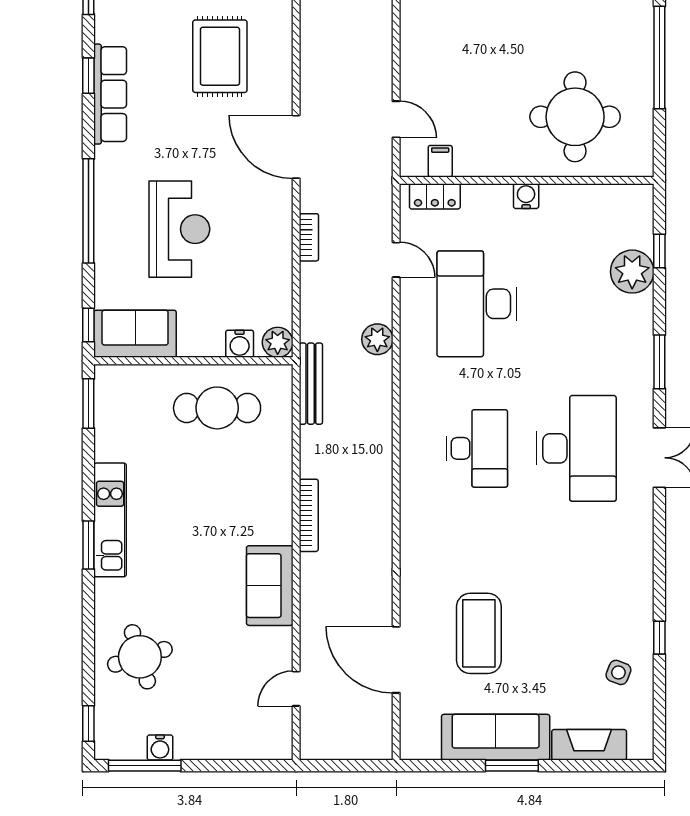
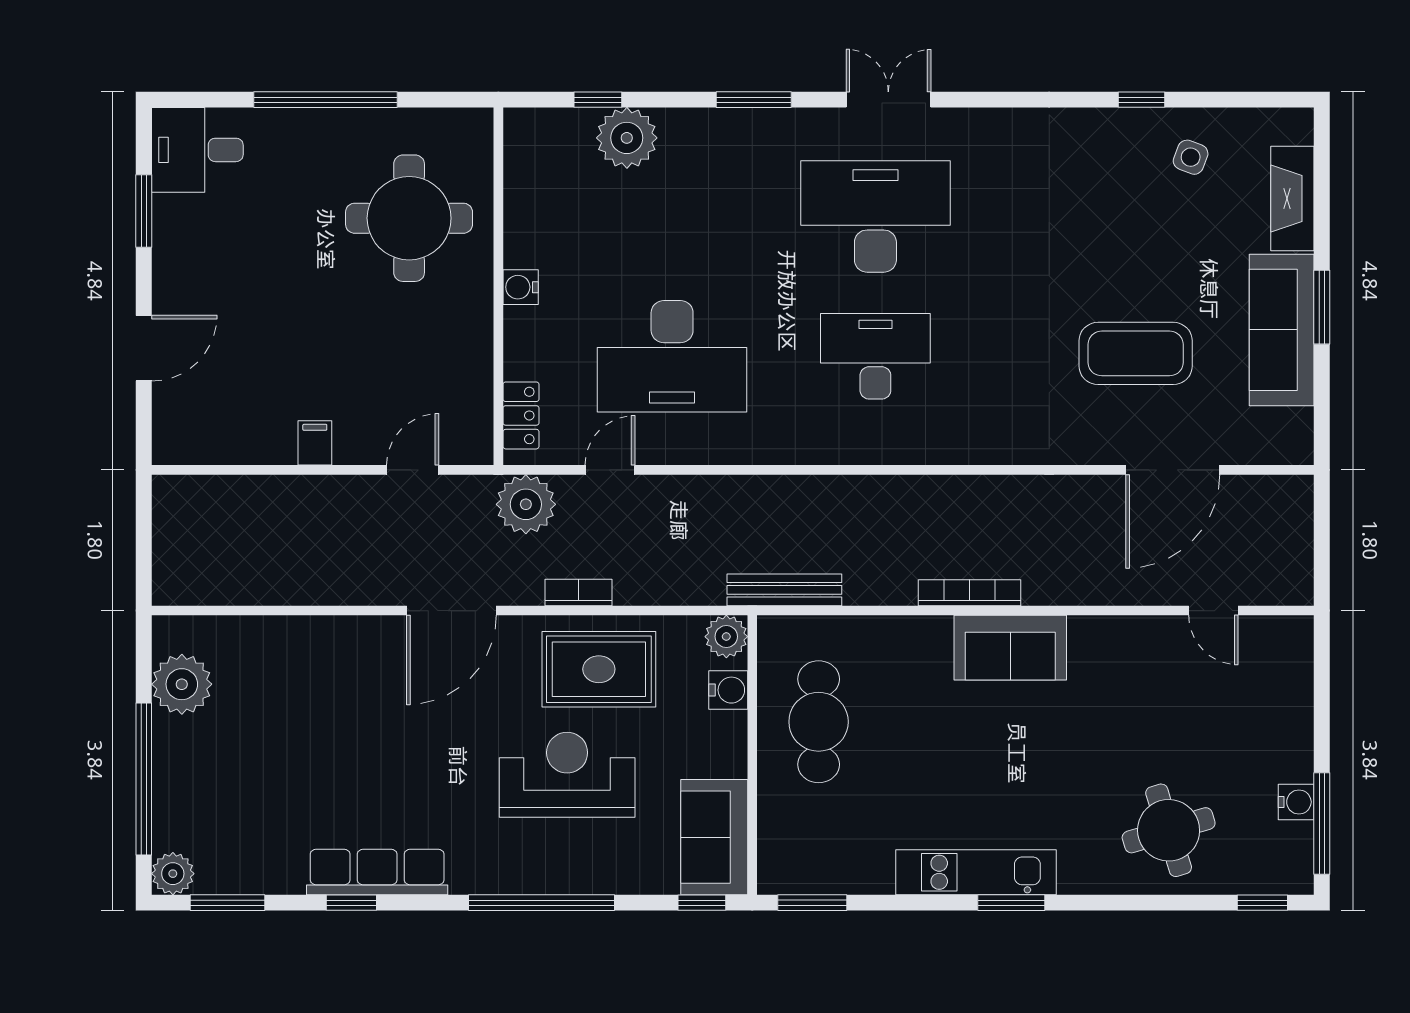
rug: (220, 56) -> (599, 669), moved
filing cabinet: (440, 161) -> (315, 443), moved, turned 90
plant: (377, 339) -> (526, 504), moved, width x1.36, depth x1.36
sofa: (270, 586) -> (1010, 648), moved

